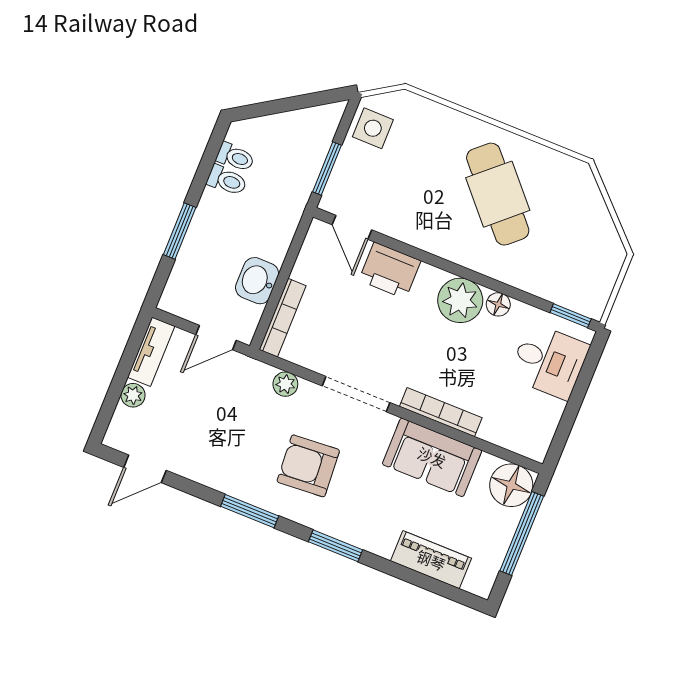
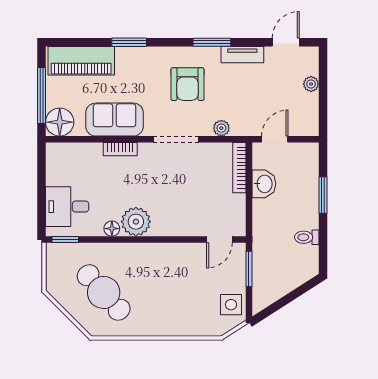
toilet: (235, 157) -> (307, 253), removed
cafe table: (498, 194) -> (104, 292), moved
door: (352, 227) -> (219, 239), swing flipped
printer: (390, 270) -> (186, 223), removed
tv unit: (151, 352) -> (242, 55), moved, turned -90
bookcase: (441, 412) -> (120, 149), width x0.64
armchair: (308, 466) -> (187, 84), turned 94
window: (335, 546) -> (129, 42), moved
piano: (431, 560) -> (81, 61), width x1.37, depth x1.33

